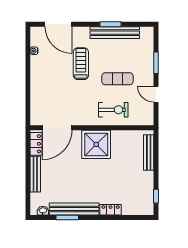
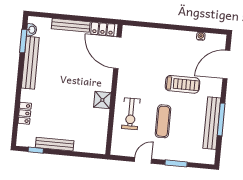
window: (111, 24) -> (221, 119), width x1.44
shower: (96, 144) -> (102, 100), width x0.54, depth x0.54
bench: (149, 153) -> (55, 144), moved
locker: (111, 210) -> (25, 113), moved
window: (67, 218) -> (23, 41), moved

